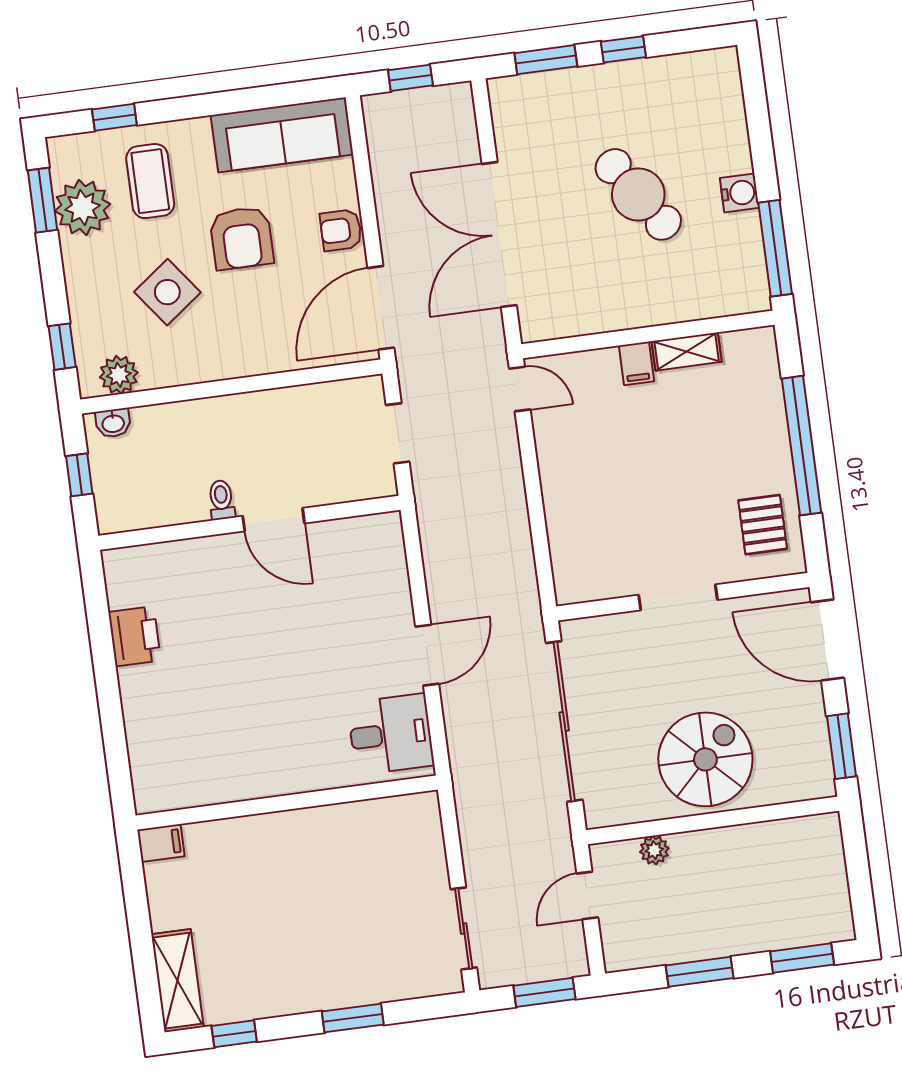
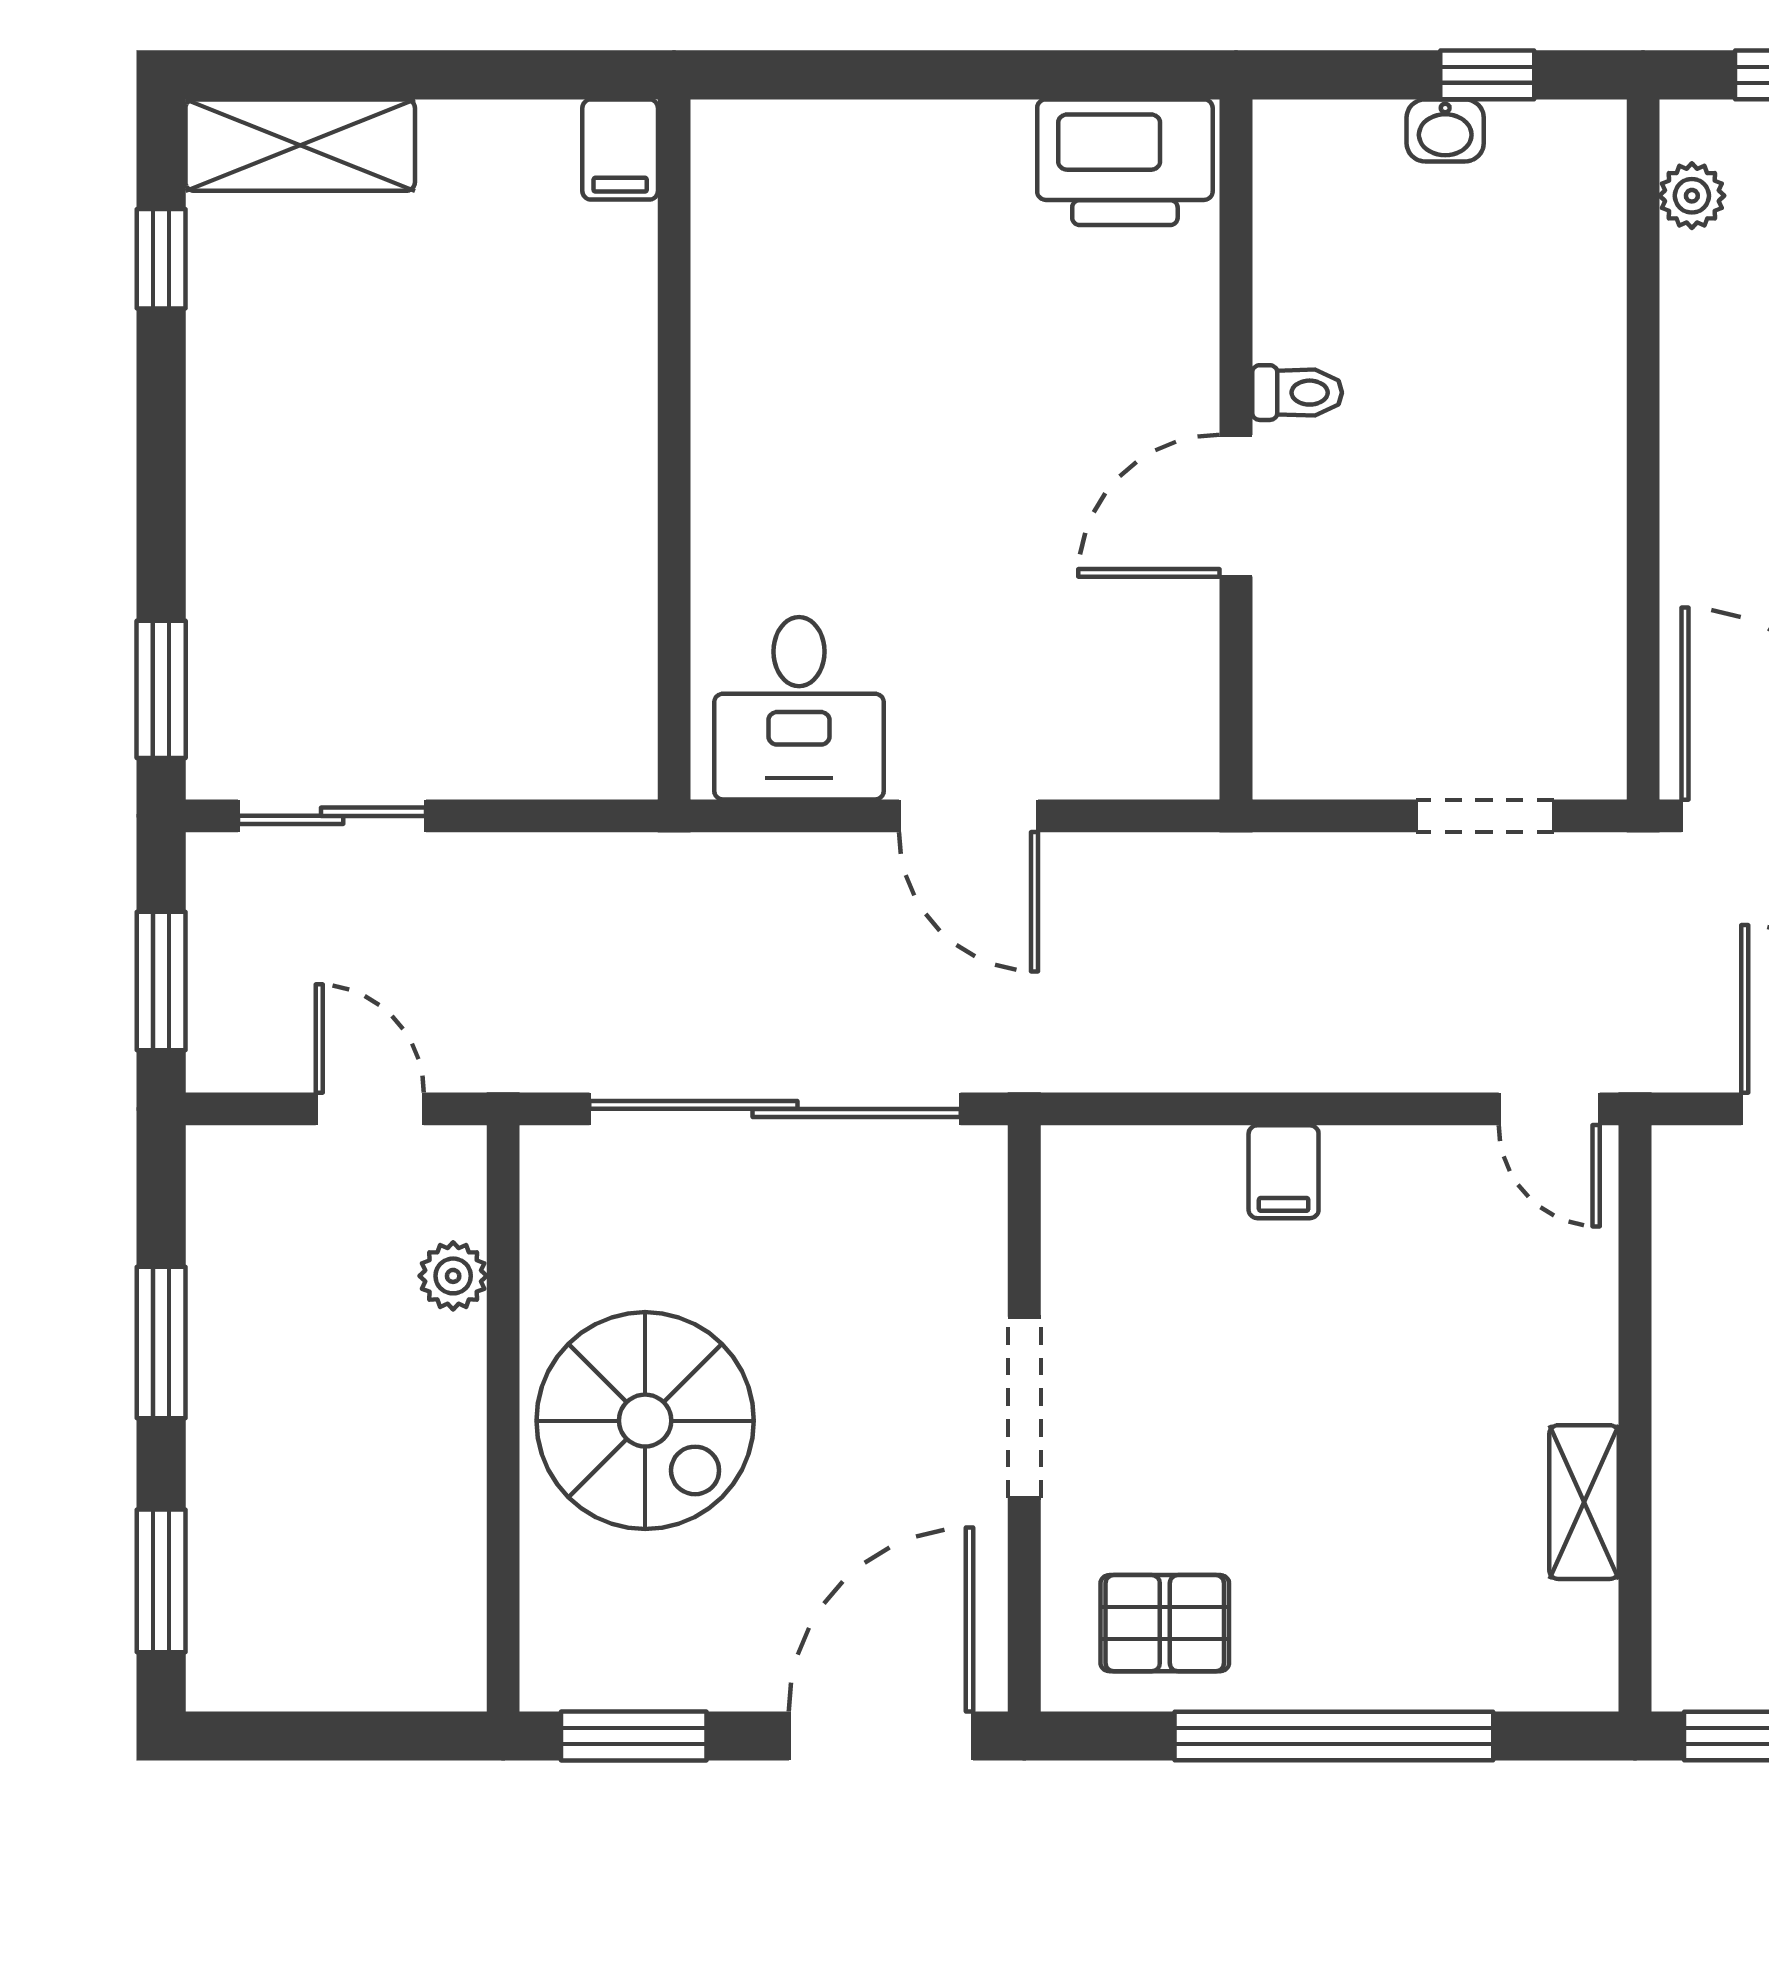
filing cabinet: (636, 363) -> (1284, 1172), moved, turned -90
plant: (119, 375) -> (1692, 196), width x0.73, depth x0.73
door: (520, 389) -> (1549, 1109), hinge flipped
washbasin: (113, 423) -> (1445, 130), moved, turned -90
toilet: (221, 500) -> (1297, 393), moved
door: (274, 520) -> (1236, 506), moved
wall: (249, 523) -> (1236, 449), moved
printer: (135, 636) -> (1125, 162), width x1.37, depth x1.19
window: (353, 1018) -> (161, 689), moved

